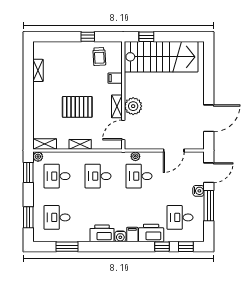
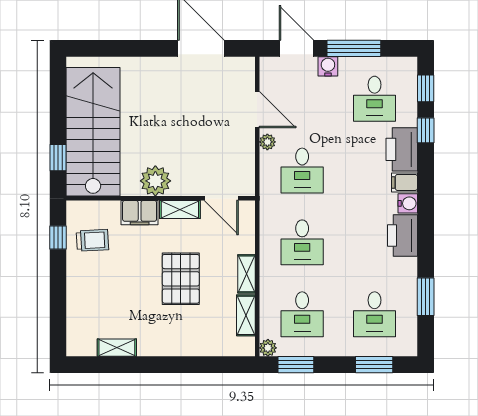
window: (88, 37) -> (58, 238), moved
filing cabinet: (115, 78) -> (140, 213), width x2.00
plant: (133, 106) -> (155, 181), moved
shelving: (45, 144) -> (246, 315), moved
plant: (135, 156) -> (267, 142), moved

